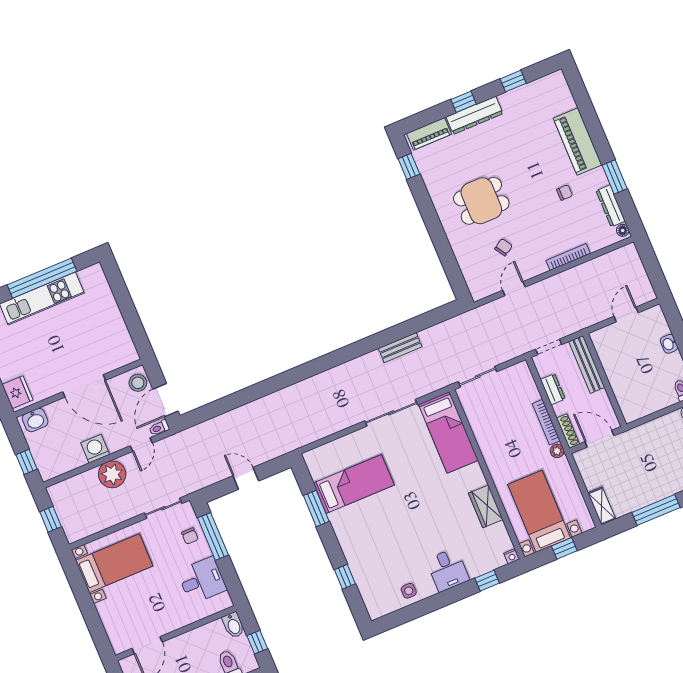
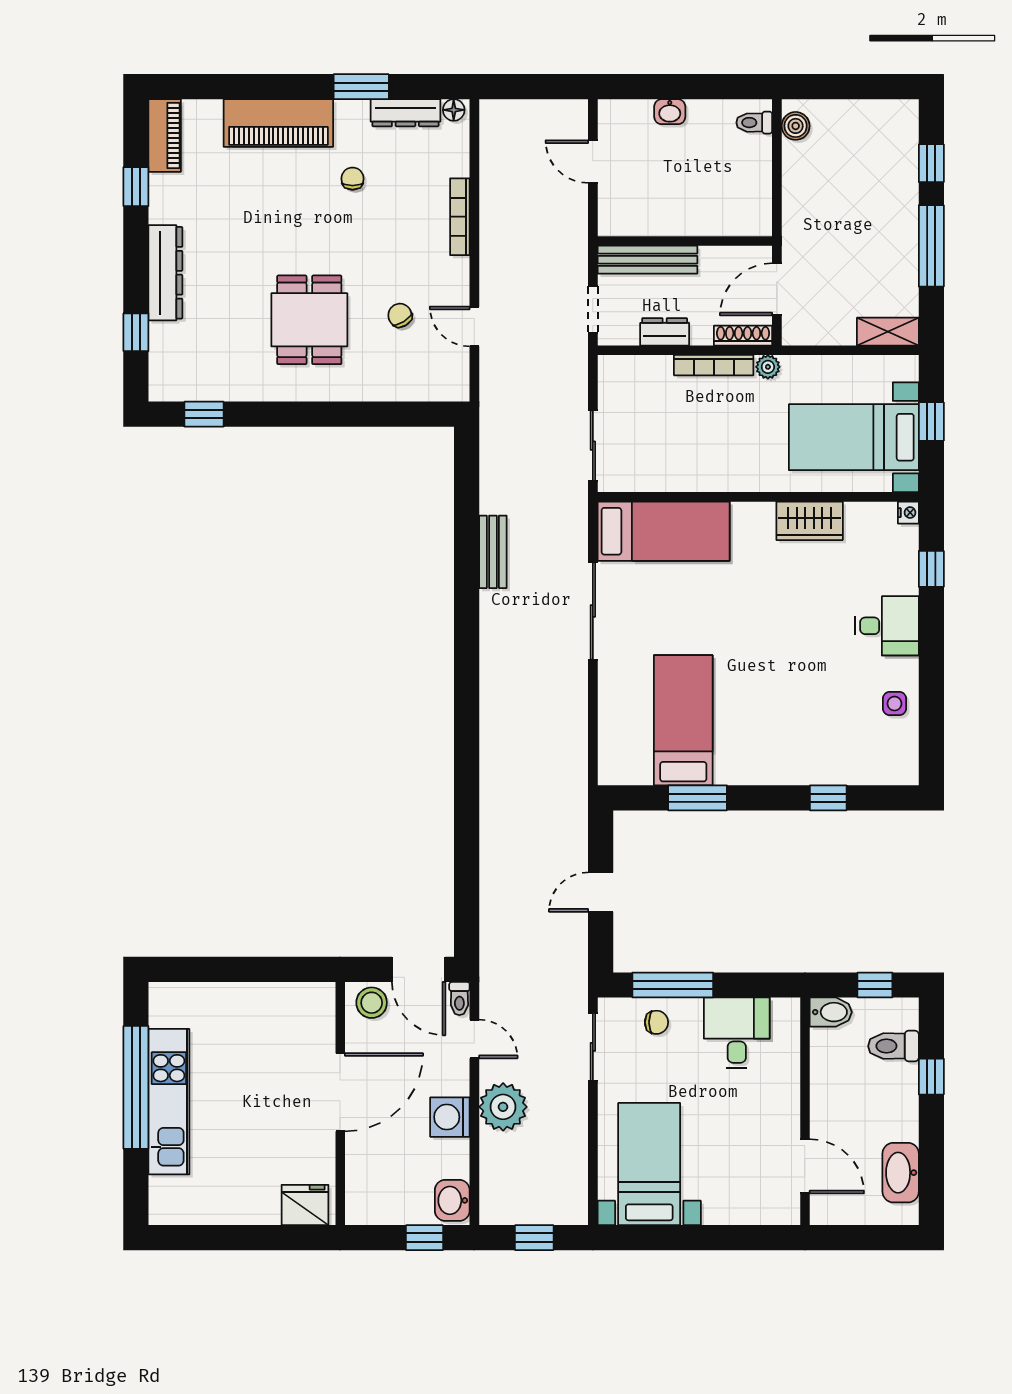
window: (464, 102) -> (136, 332), moved
piano: (429, 134) -> (165, 136), moved
washbasin: (35, 420) -> (452, 1200), moved, turned 180

